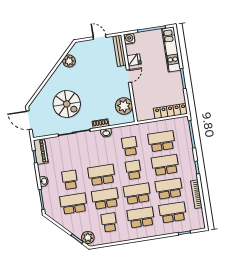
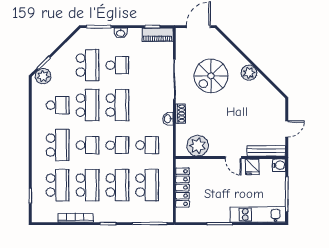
plant: (69, 61) -> (249, 73), moved
locker: (170, 111) -> (182, 188), moved
school desk: (137, 194) -> (87, 145), width x0.54

